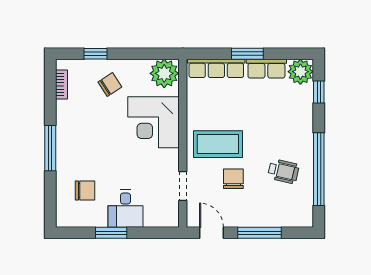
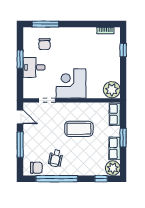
row of seats: (216, 68) -> (115, 114), width x0.68
chair: (110, 84) -> (105, 58), removed
corner desk: (153, 122) -> (71, 84), moved
coffee table: (218, 144) -> (79, 129), moved, turned 90
window: (50, 148) -> (45, 24), moved
chair: (233, 179) -> (36, 168), moved
door: (211, 233) -> (20, 117), hinge flipped

